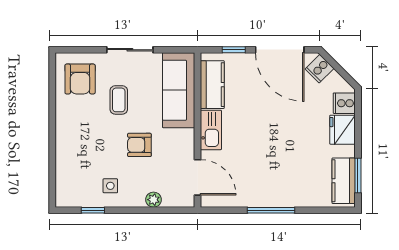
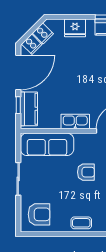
kitchen counter: (212, 85) -> (29, 109), moved, turned 90
coffee table: (119, 100) -> (81, 223), moved
cooker: (344, 103) -> (43, 33), moved, turned -45
armchair: (139, 145) -> (86, 172), turned -90

